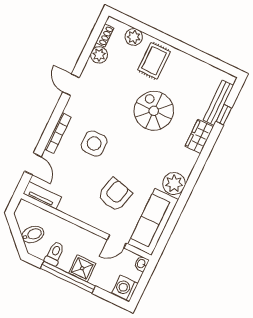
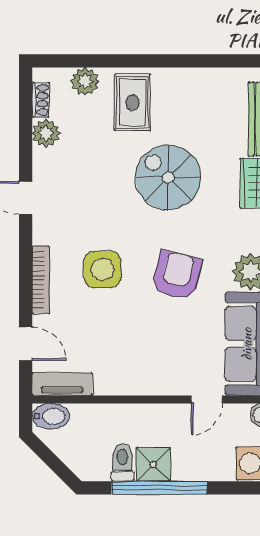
armchair: (115, 195) -> (177, 275), moved
bidet: (33, 234) -> (51, 416), moved, turned 45
shower: (82, 268) -> (153, 464), moved

